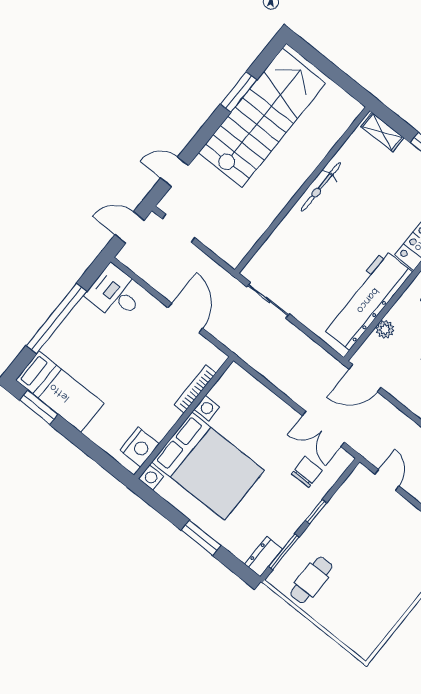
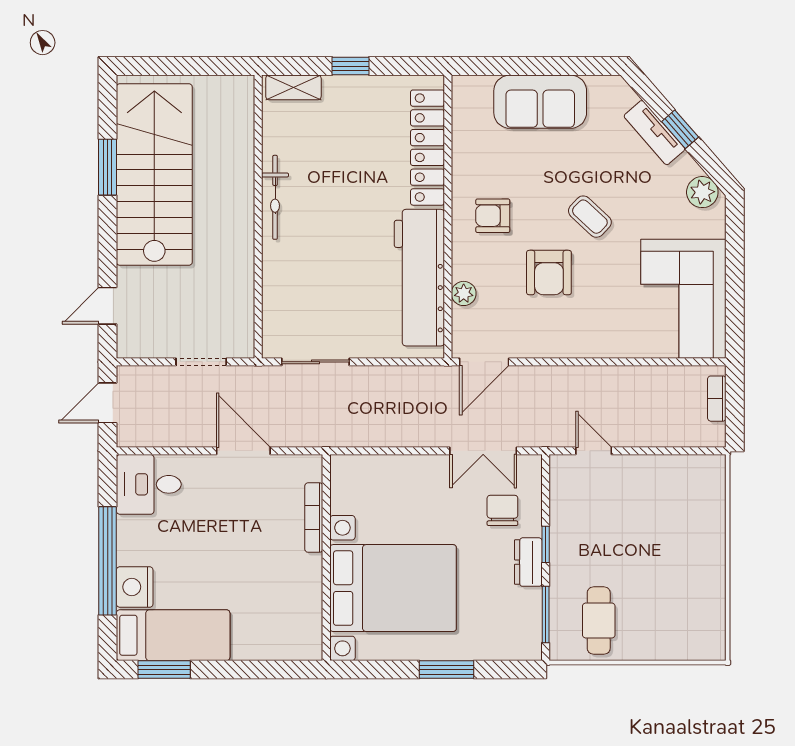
doorway: (178, 228) -> (201, 362), moved
nightstand: (140, 447) -> (135, 587), moved, turned 180
dresser: (264, 557) -> (528, 562), moved

